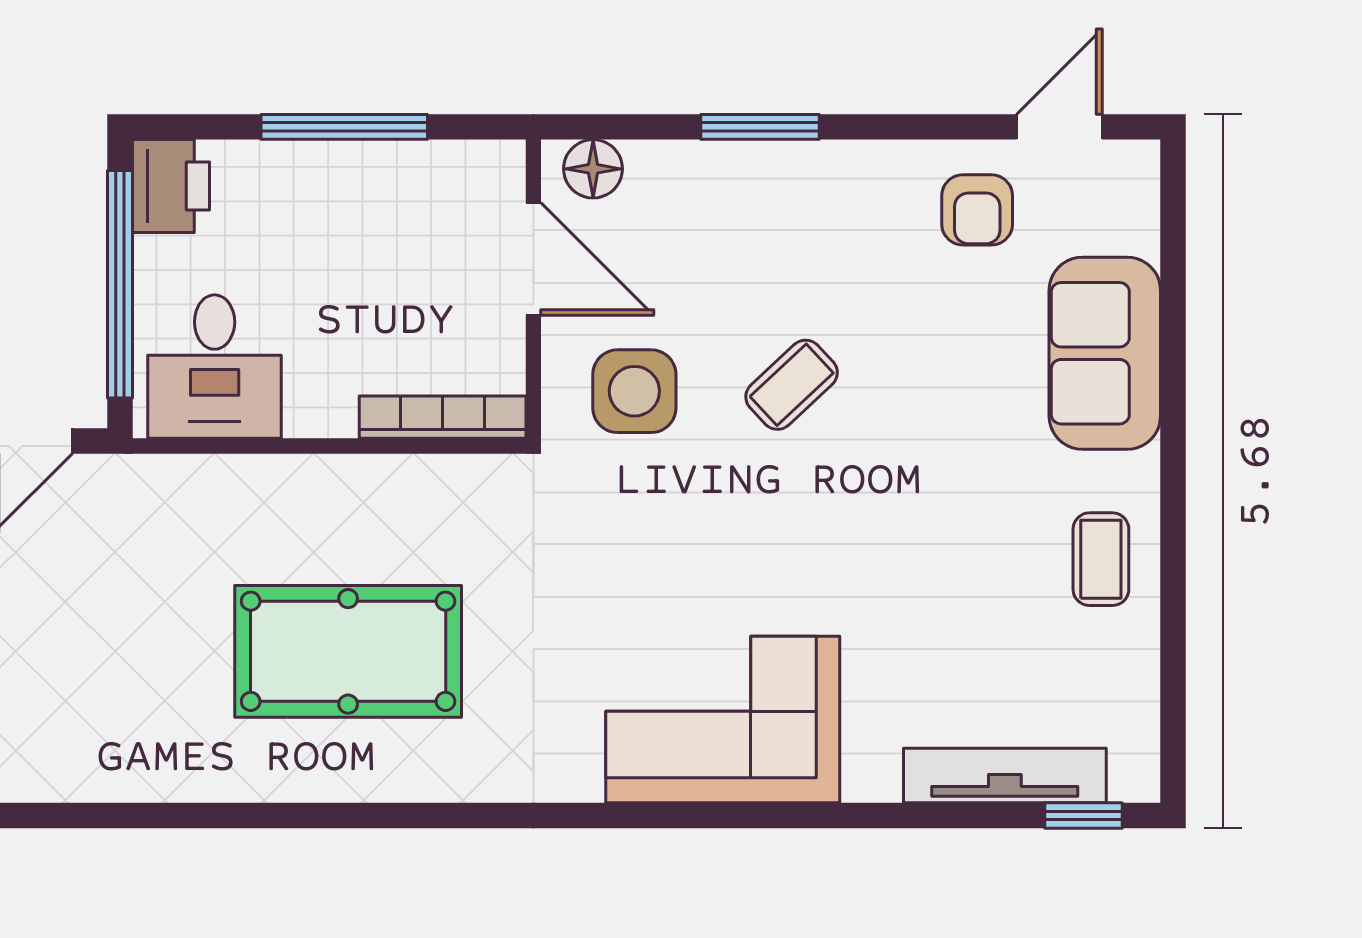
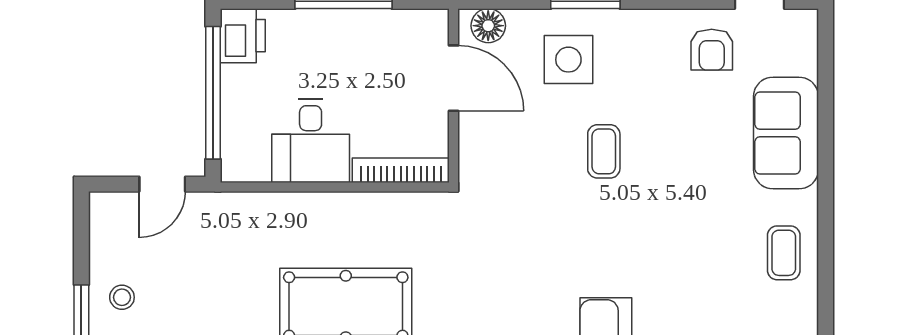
desk: (215, 367) -> (311, 141), moved
coffee table: (792, 385) -> (604, 151), turned -47
side table: (634, 391) -> (568, 60), moved

